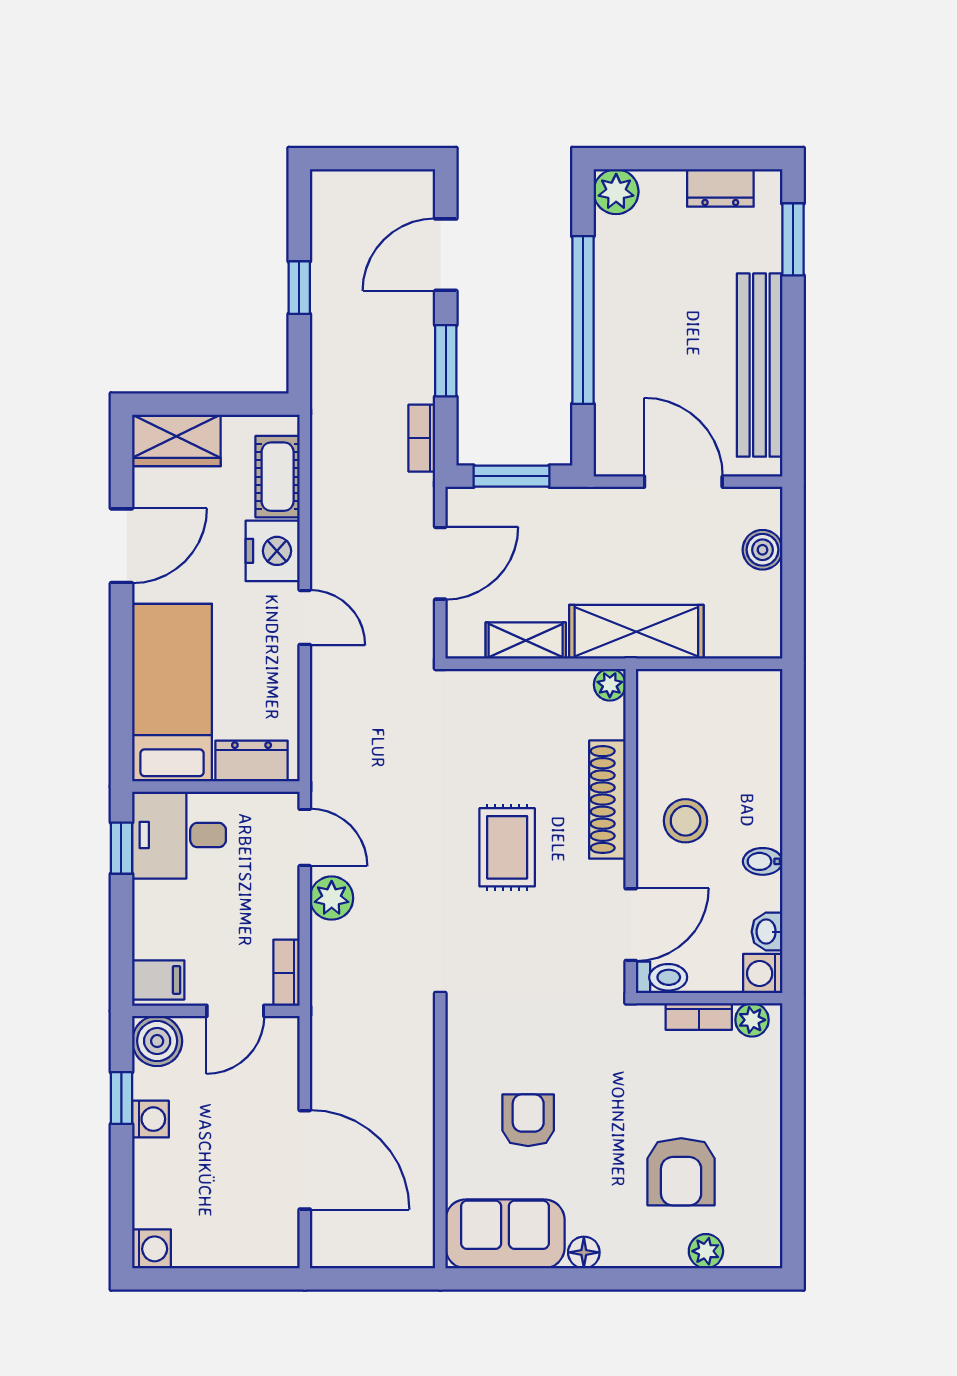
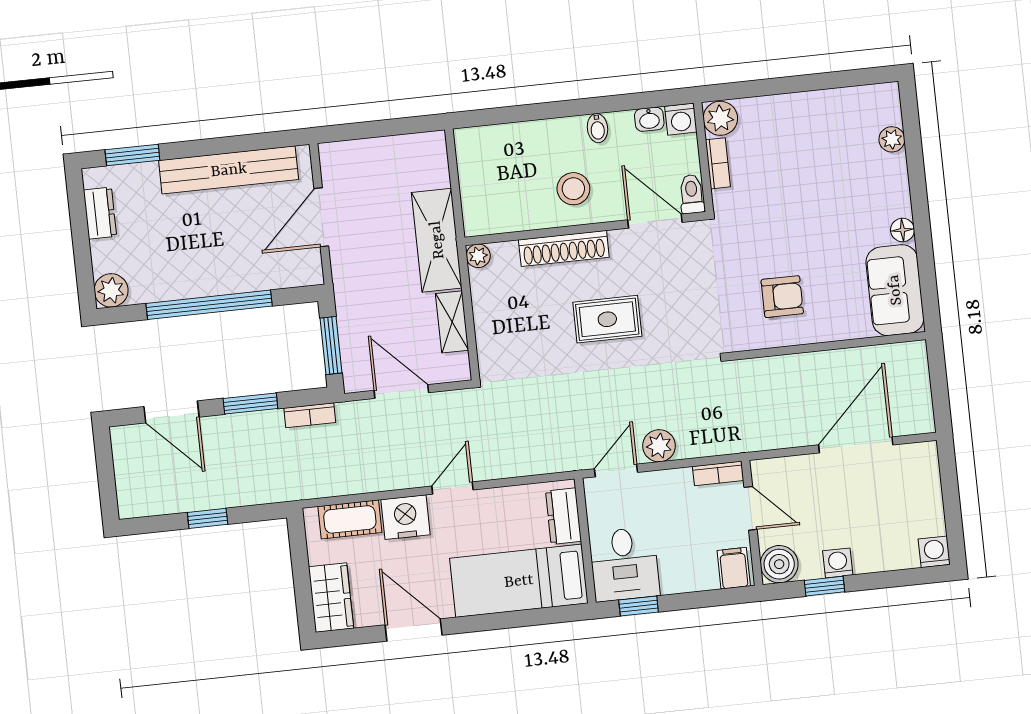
boiler: (762, 550) -> (366, 153), removed
plant: (752, 1020) -> (720, 118), width x1.38, depth x1.38
armchair: (528, 1120) -> (782, 297), moved, turned 180
armchair: (681, 1172) -> (835, 164), removed

